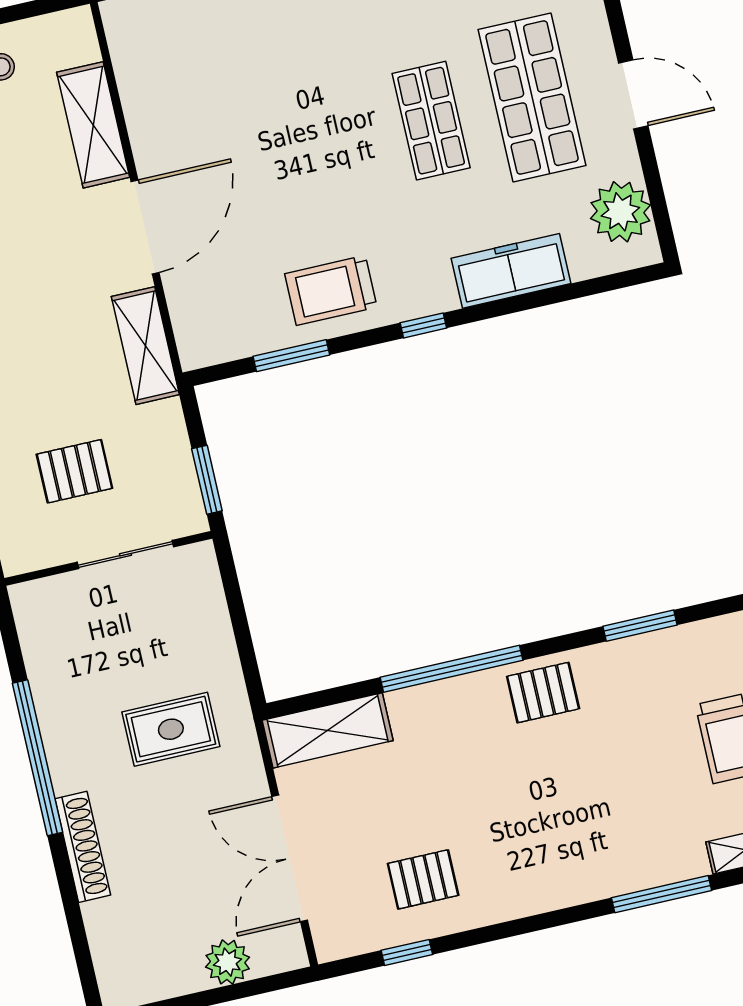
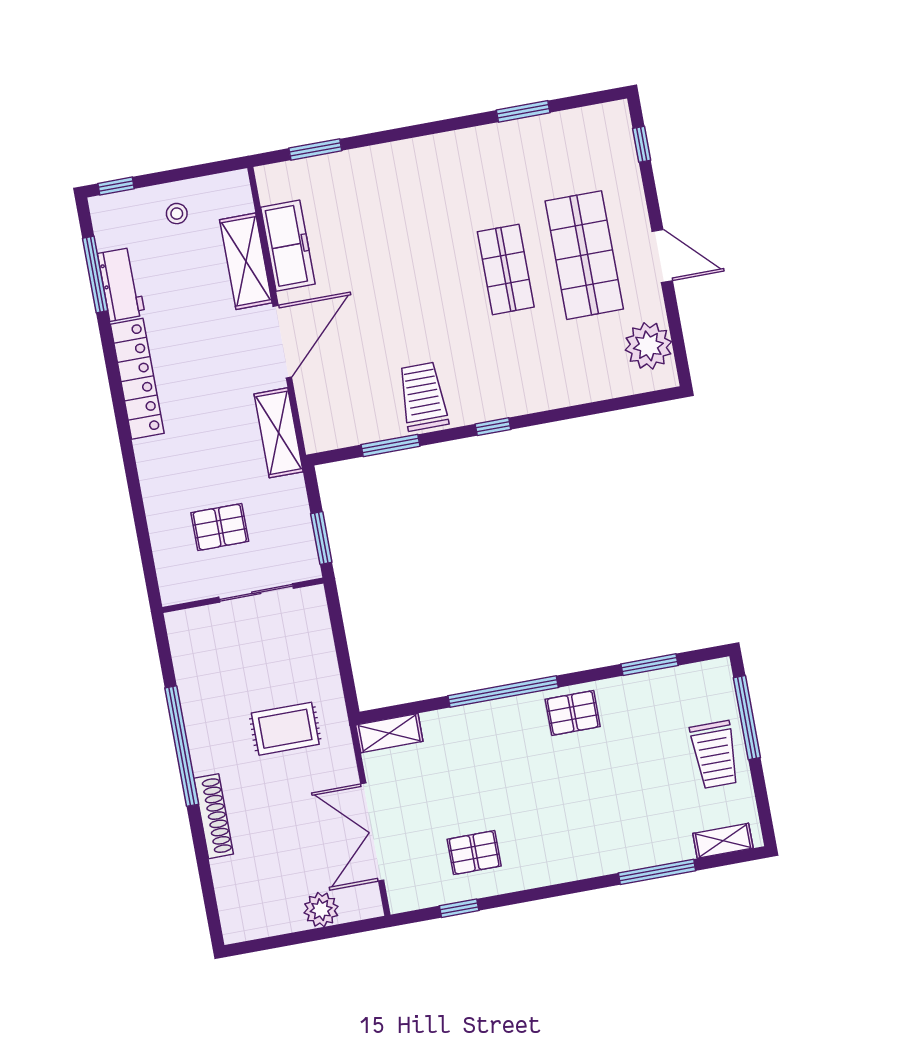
freezer: (511, 271) -> (288, 246), moved, turned 90
trolley: (331, 290) -> (423, 397), turned 90
shelving: (328, 730) -> (389, 733), width x0.67, depth x0.75

